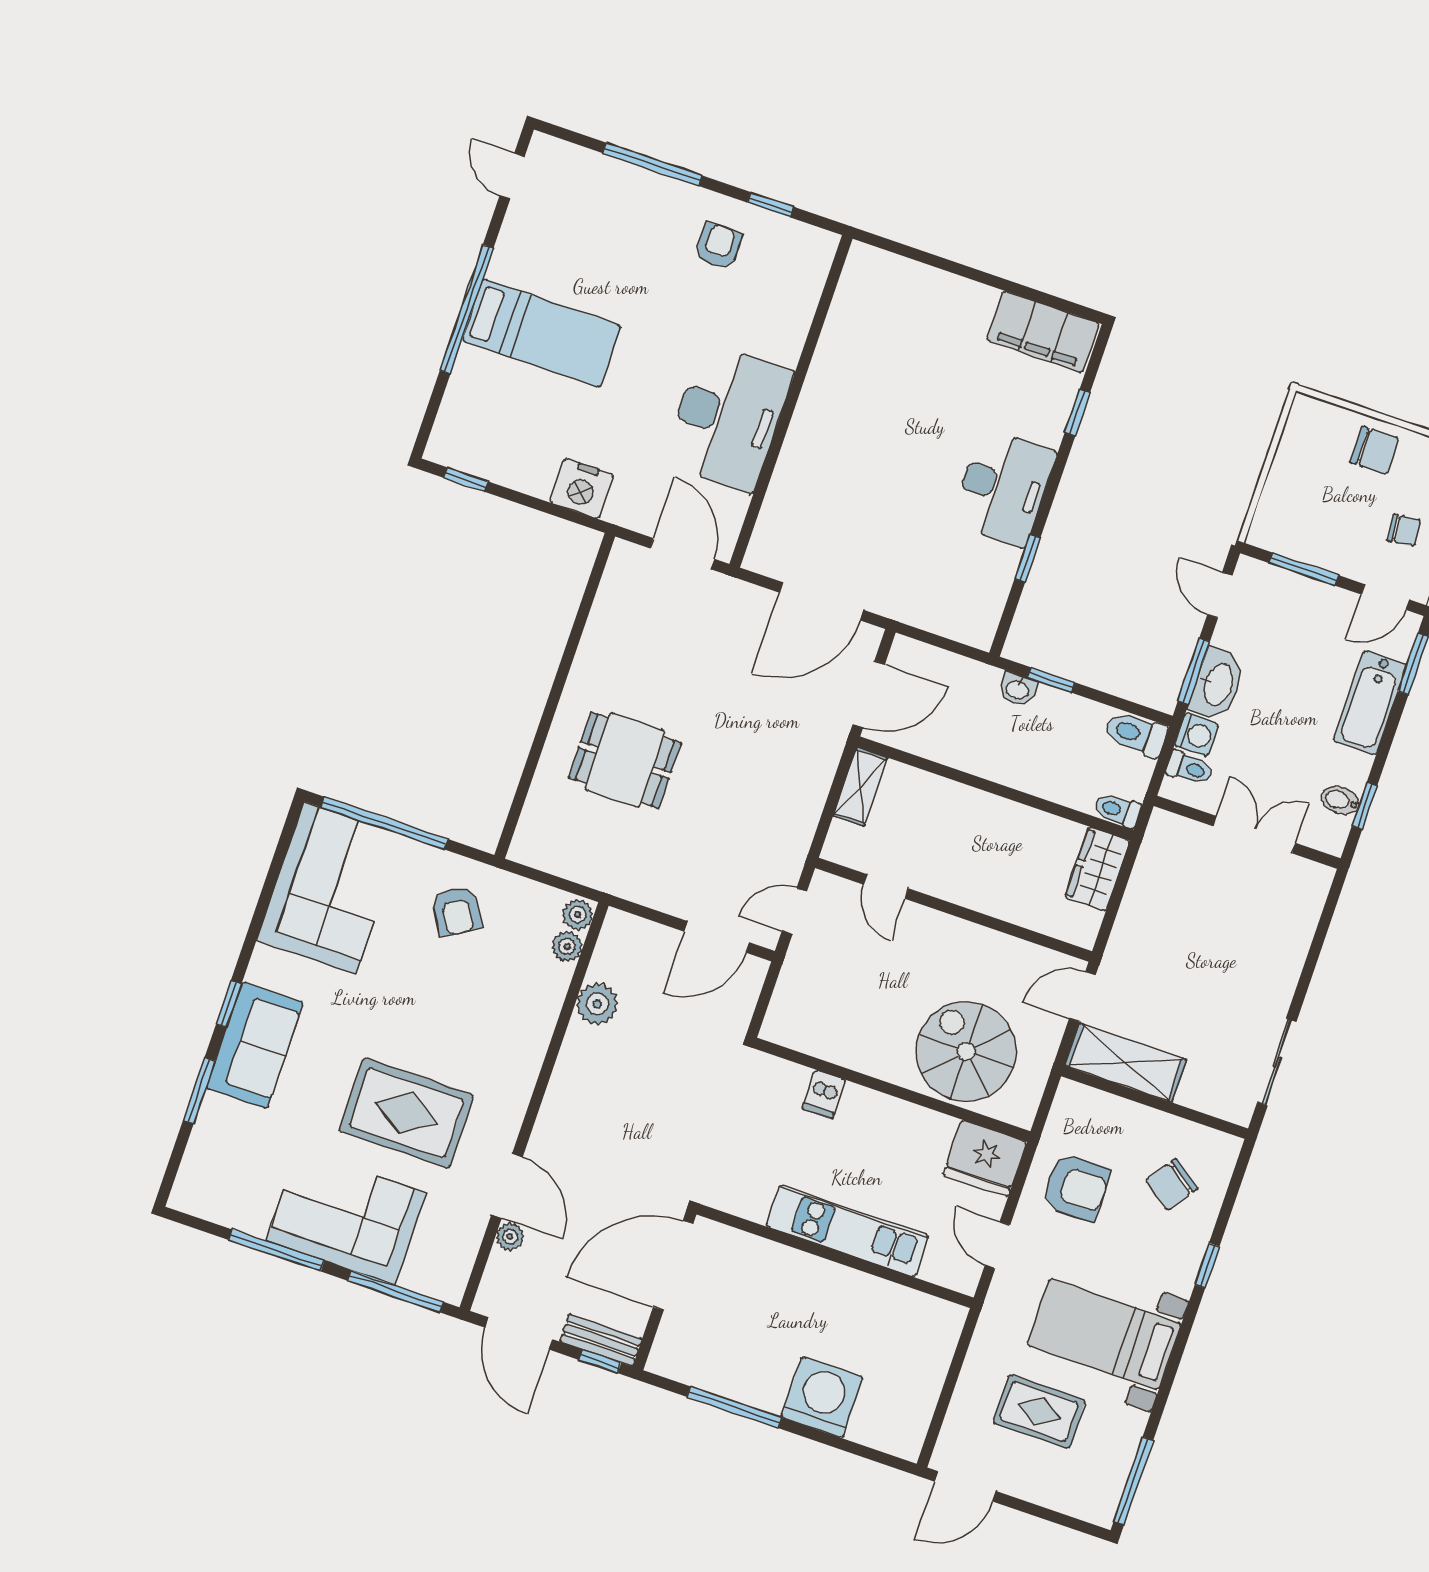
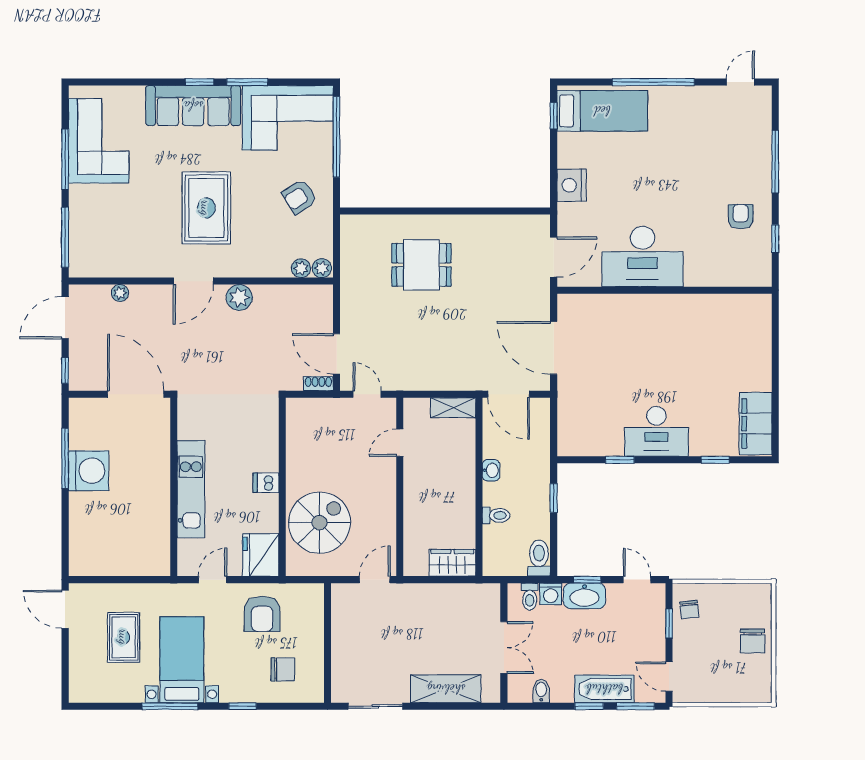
armchair: (718, 246) -> (741, 217), turned -90
bed: (542, 333) -> (602, 111), moved, turned -90
chair: (1404, 530) -> (689, 610), moved
window: (1304, 569) -> (669, 623), width x0.67
door: (1220, 595) -> (637, 580), hinge flipped
window: (1194, 671) -> (587, 580), width x0.67
washbasin: (1018, 689) -> (491, 470), moved, turned 180
dining table: (625, 760) -> (421, 265), turned 90
window: (1364, 806) -> (589, 706), moved
toilet: (1117, 810) -> (496, 515), moved, turned 90
shoe rack: (753, 980) -> (318, 384), added
door: (1082, 997) -> (375, 580), hinge flipped
plant: (597, 1004) -> (239, 297), moved
sofa: (255, 1045) -> (193, 106), width x1.36
shelving: (1126, 1063) -> (446, 689), moved, turned 90
window: (199, 1091) -> (247, 82), moved
dishwasher: (824, 1094) -> (266, 483), moved
rug: (406, 1113) -> (206, 208), moved
chair: (1172, 1184) -> (283, 669), turned 145
door: (507, 1186) -> (193, 281), moved
corner sofa: (346, 1217) -> (99, 141), moved
bench: (601, 1340) -> (78, 367), removed
washing machine: (822, 1397) -> (89, 471), moved
window: (1133, 1481) -> (170, 706), moved

